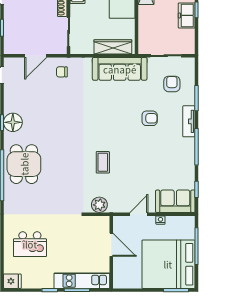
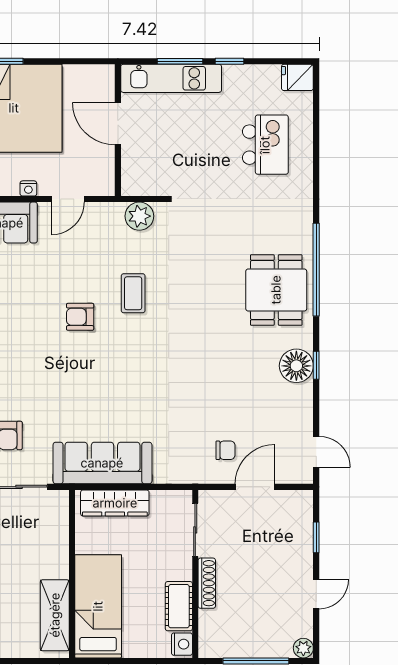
chair: (62, 72) -> (225, 450), moved
armchair: (150, 118) -> (80, 317), moved
kitchen island: (30, 244) -> (265, 145), turned 90
door: (111, 245) -> (118, 124), moved

